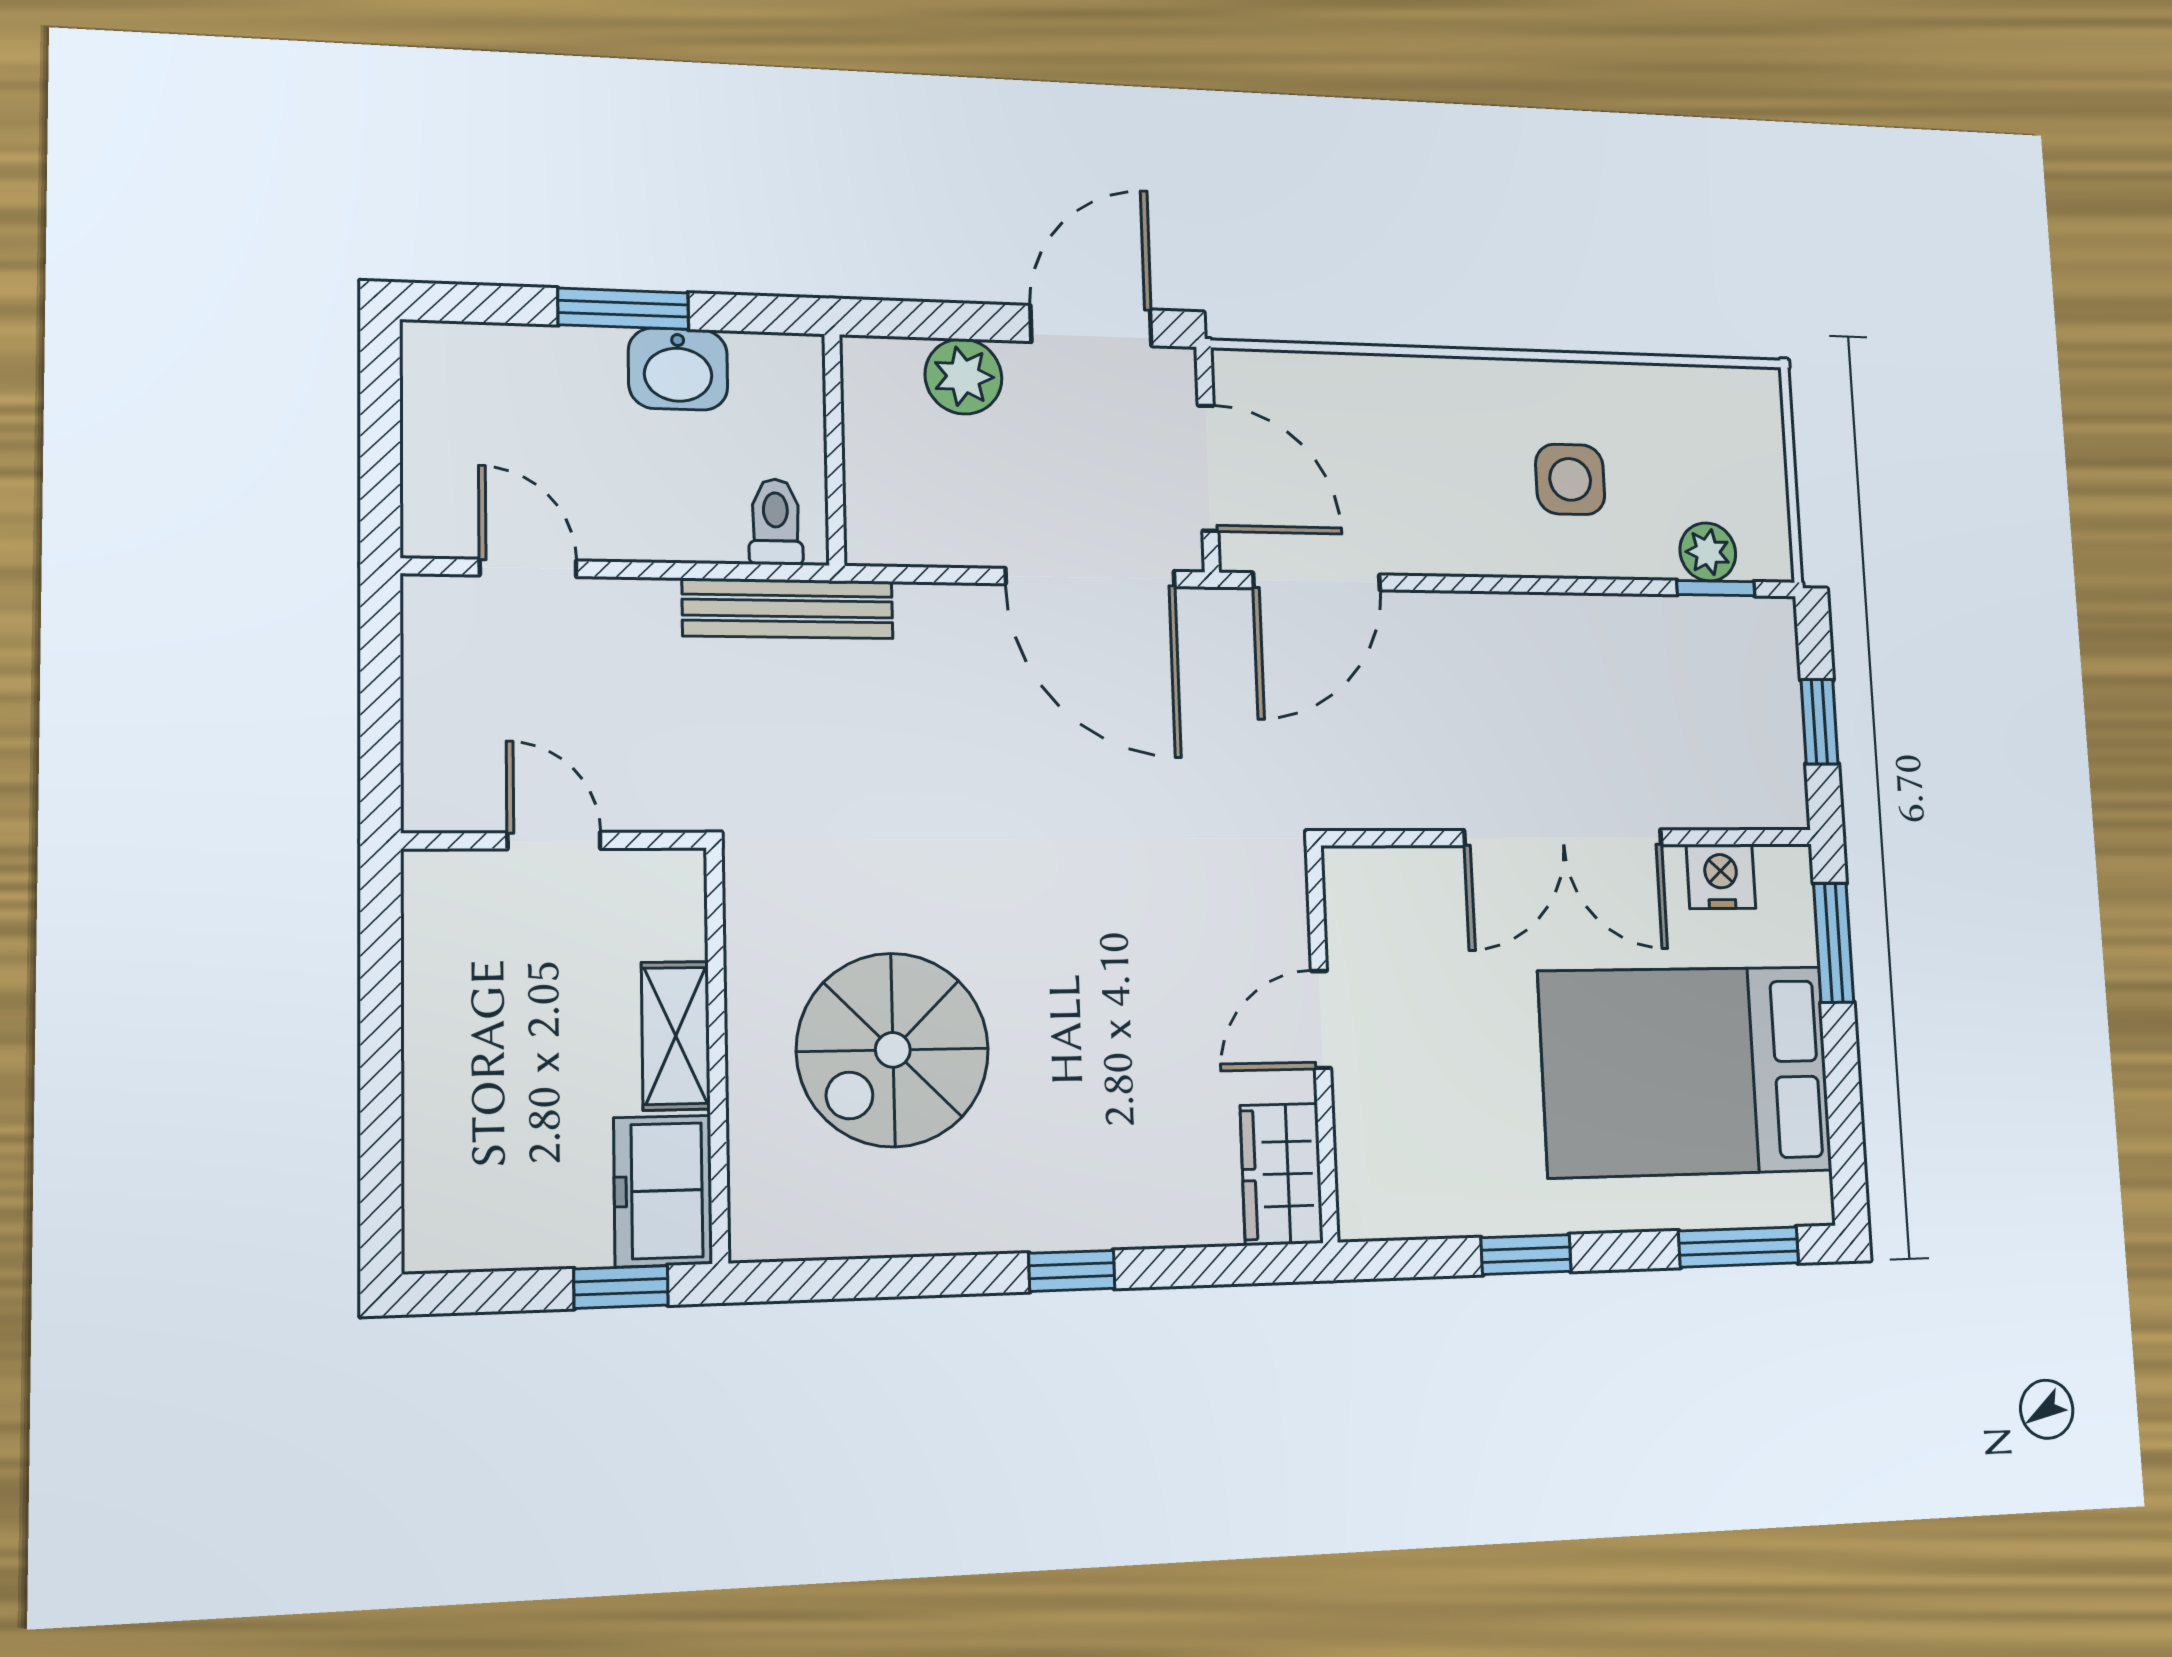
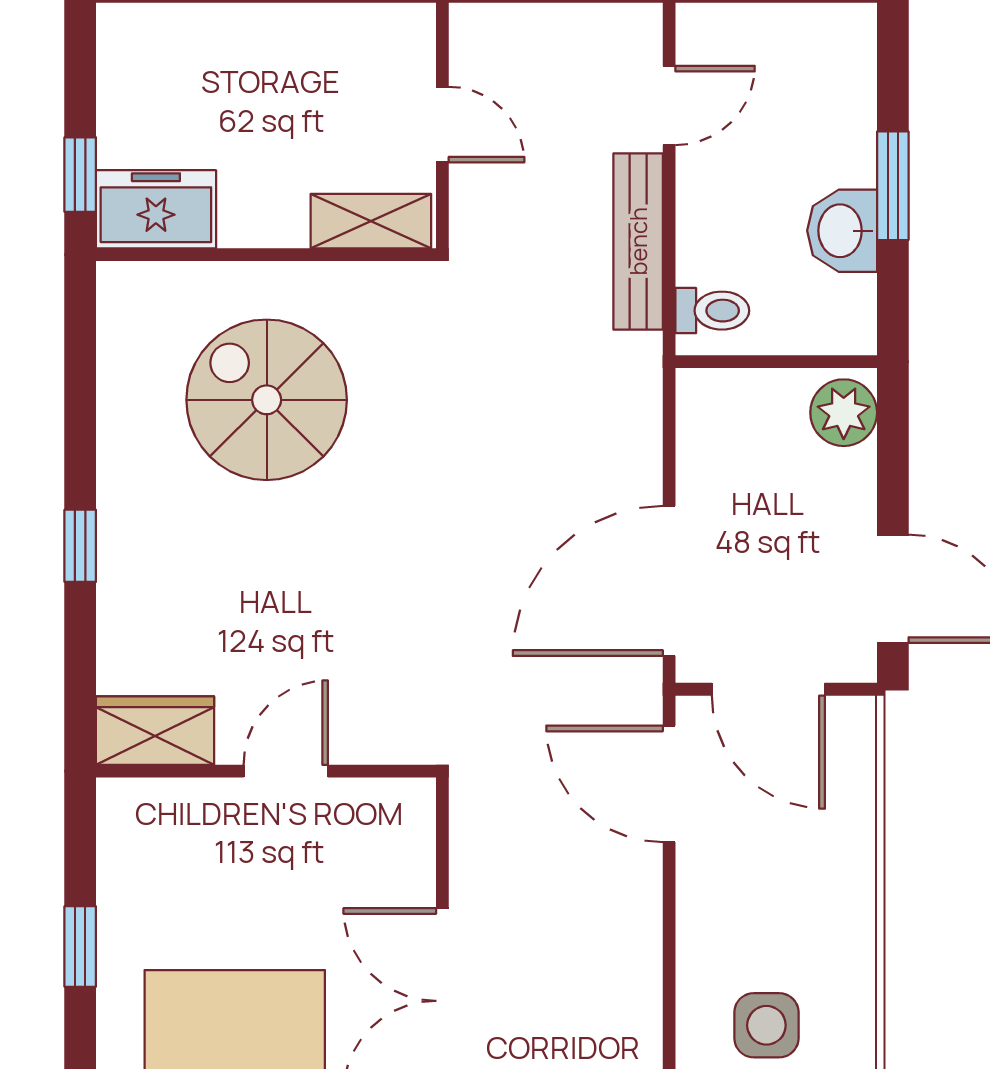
plant: (963, 376) -> (844, 413), moved
door: (1208, 468) -> (768, 689), hinge flipped
bench: (788, 609) -> (638, 241), moved
door: (554, 841) -> (442, 125), hinge flipped
door: (1321, 1019) -> (286, 771), hinge flipped
shelving: (676, 1036) -> (371, 221), moved

